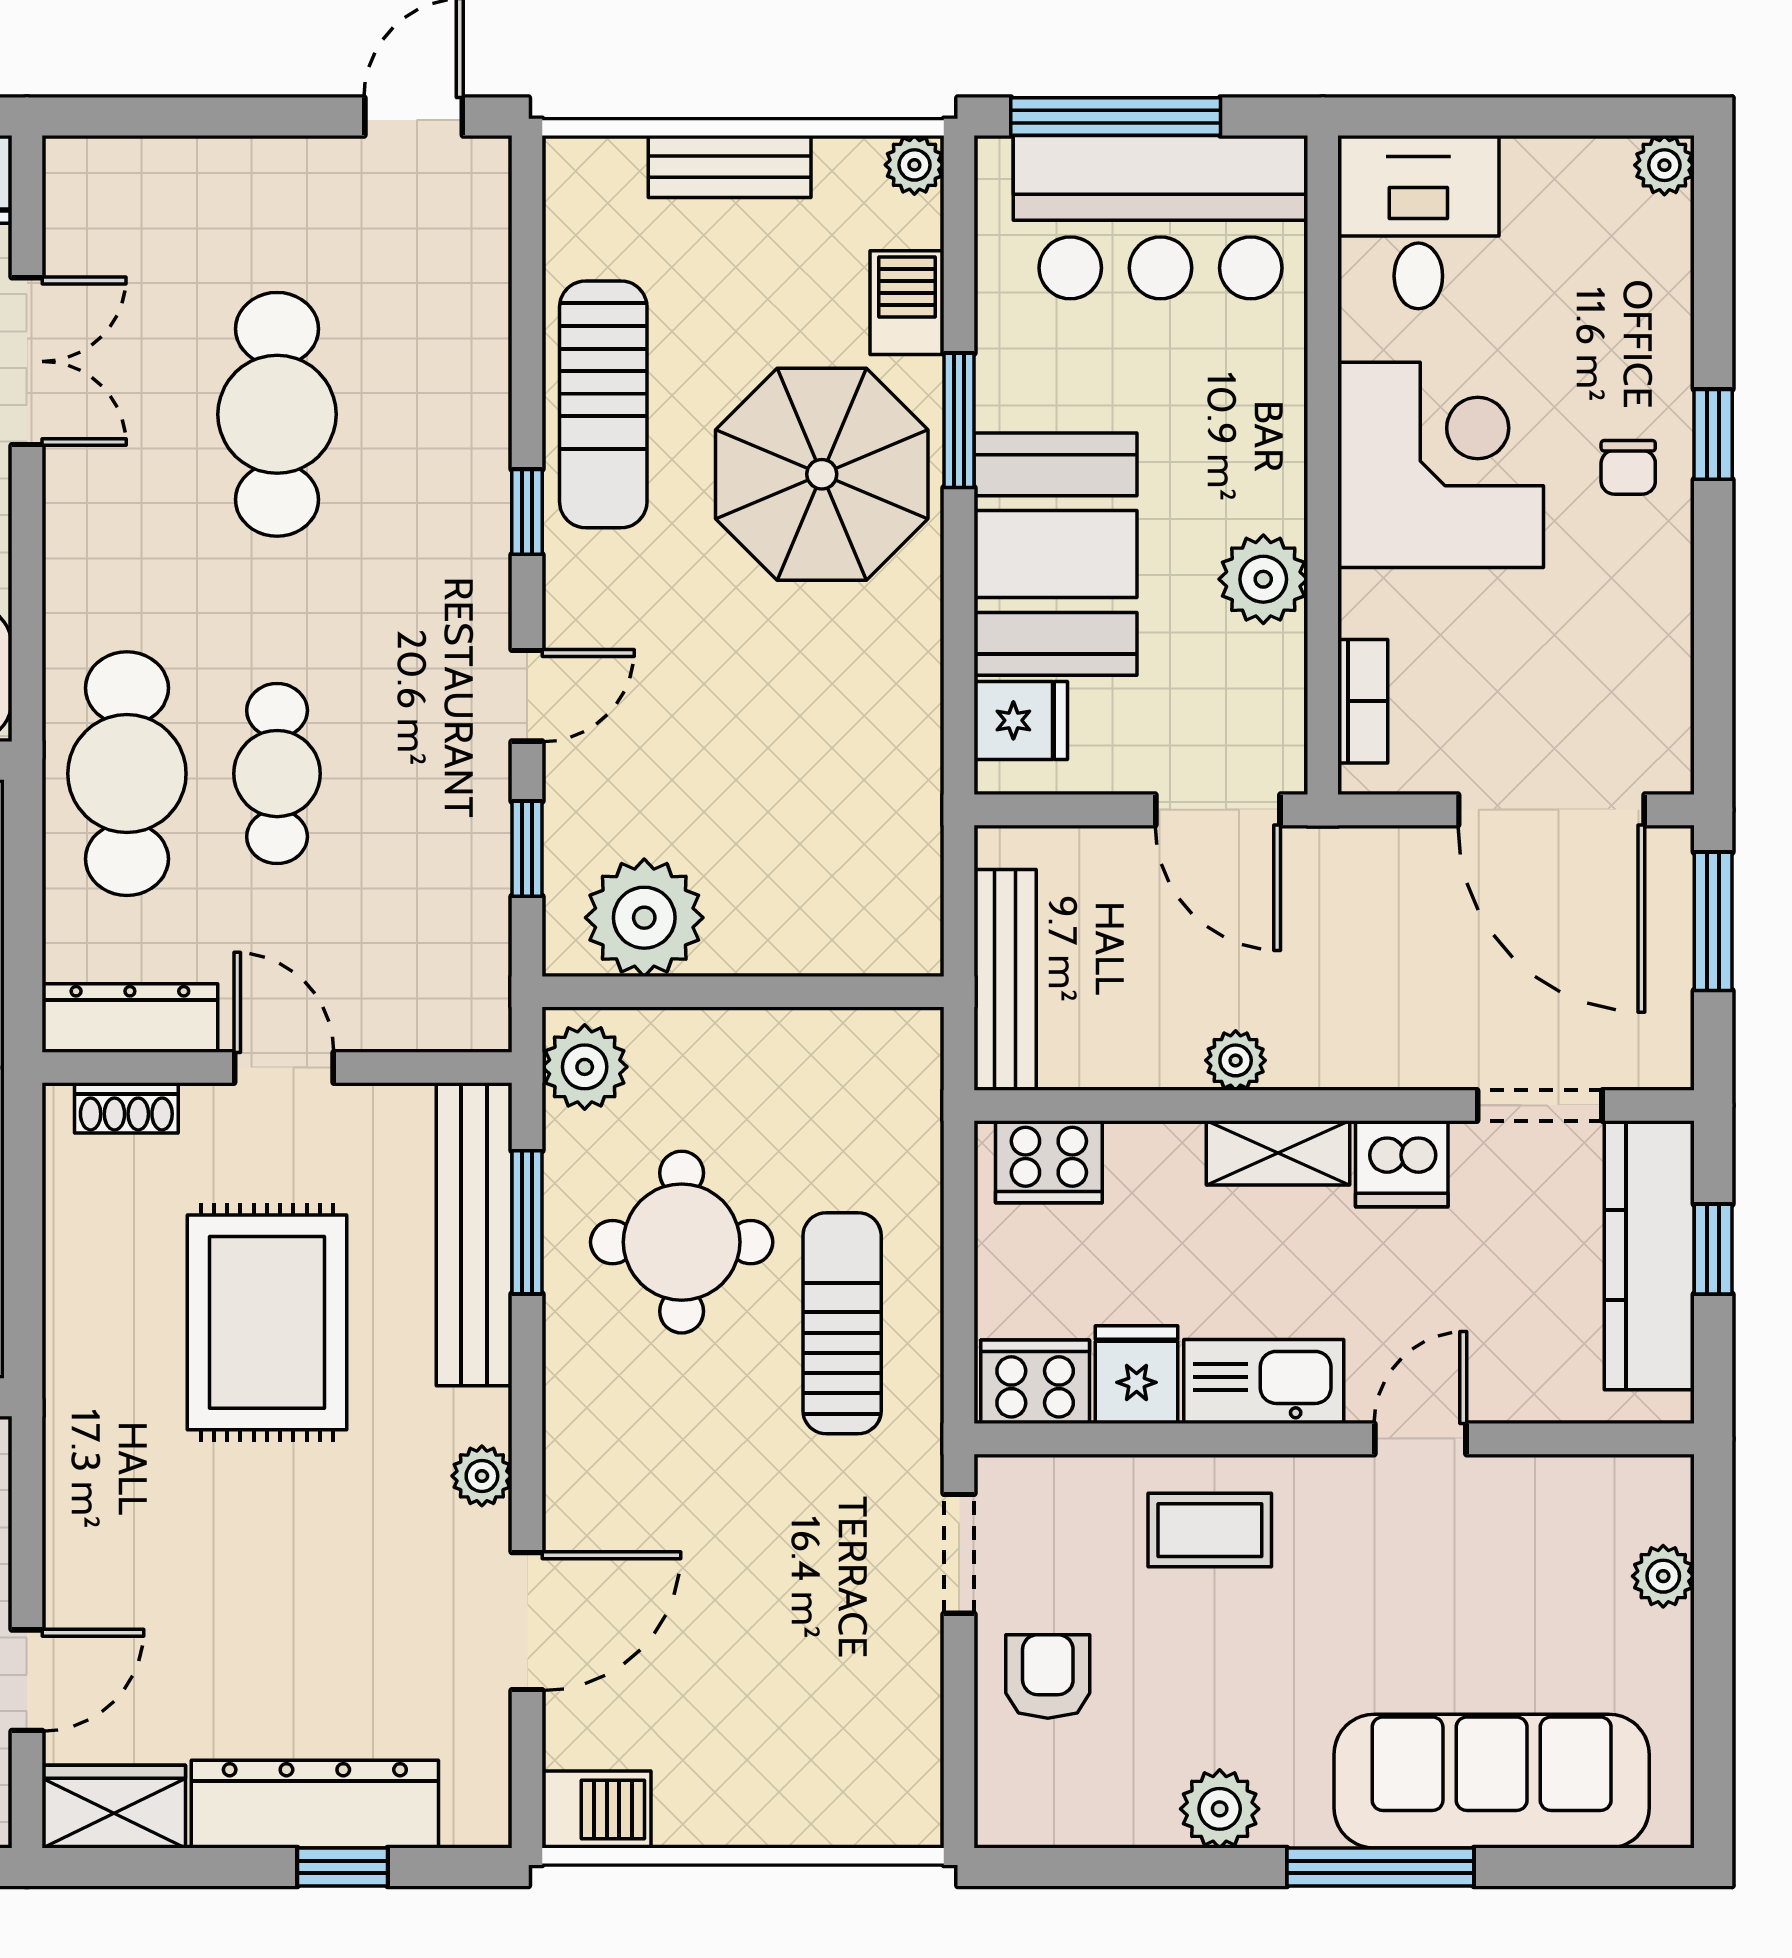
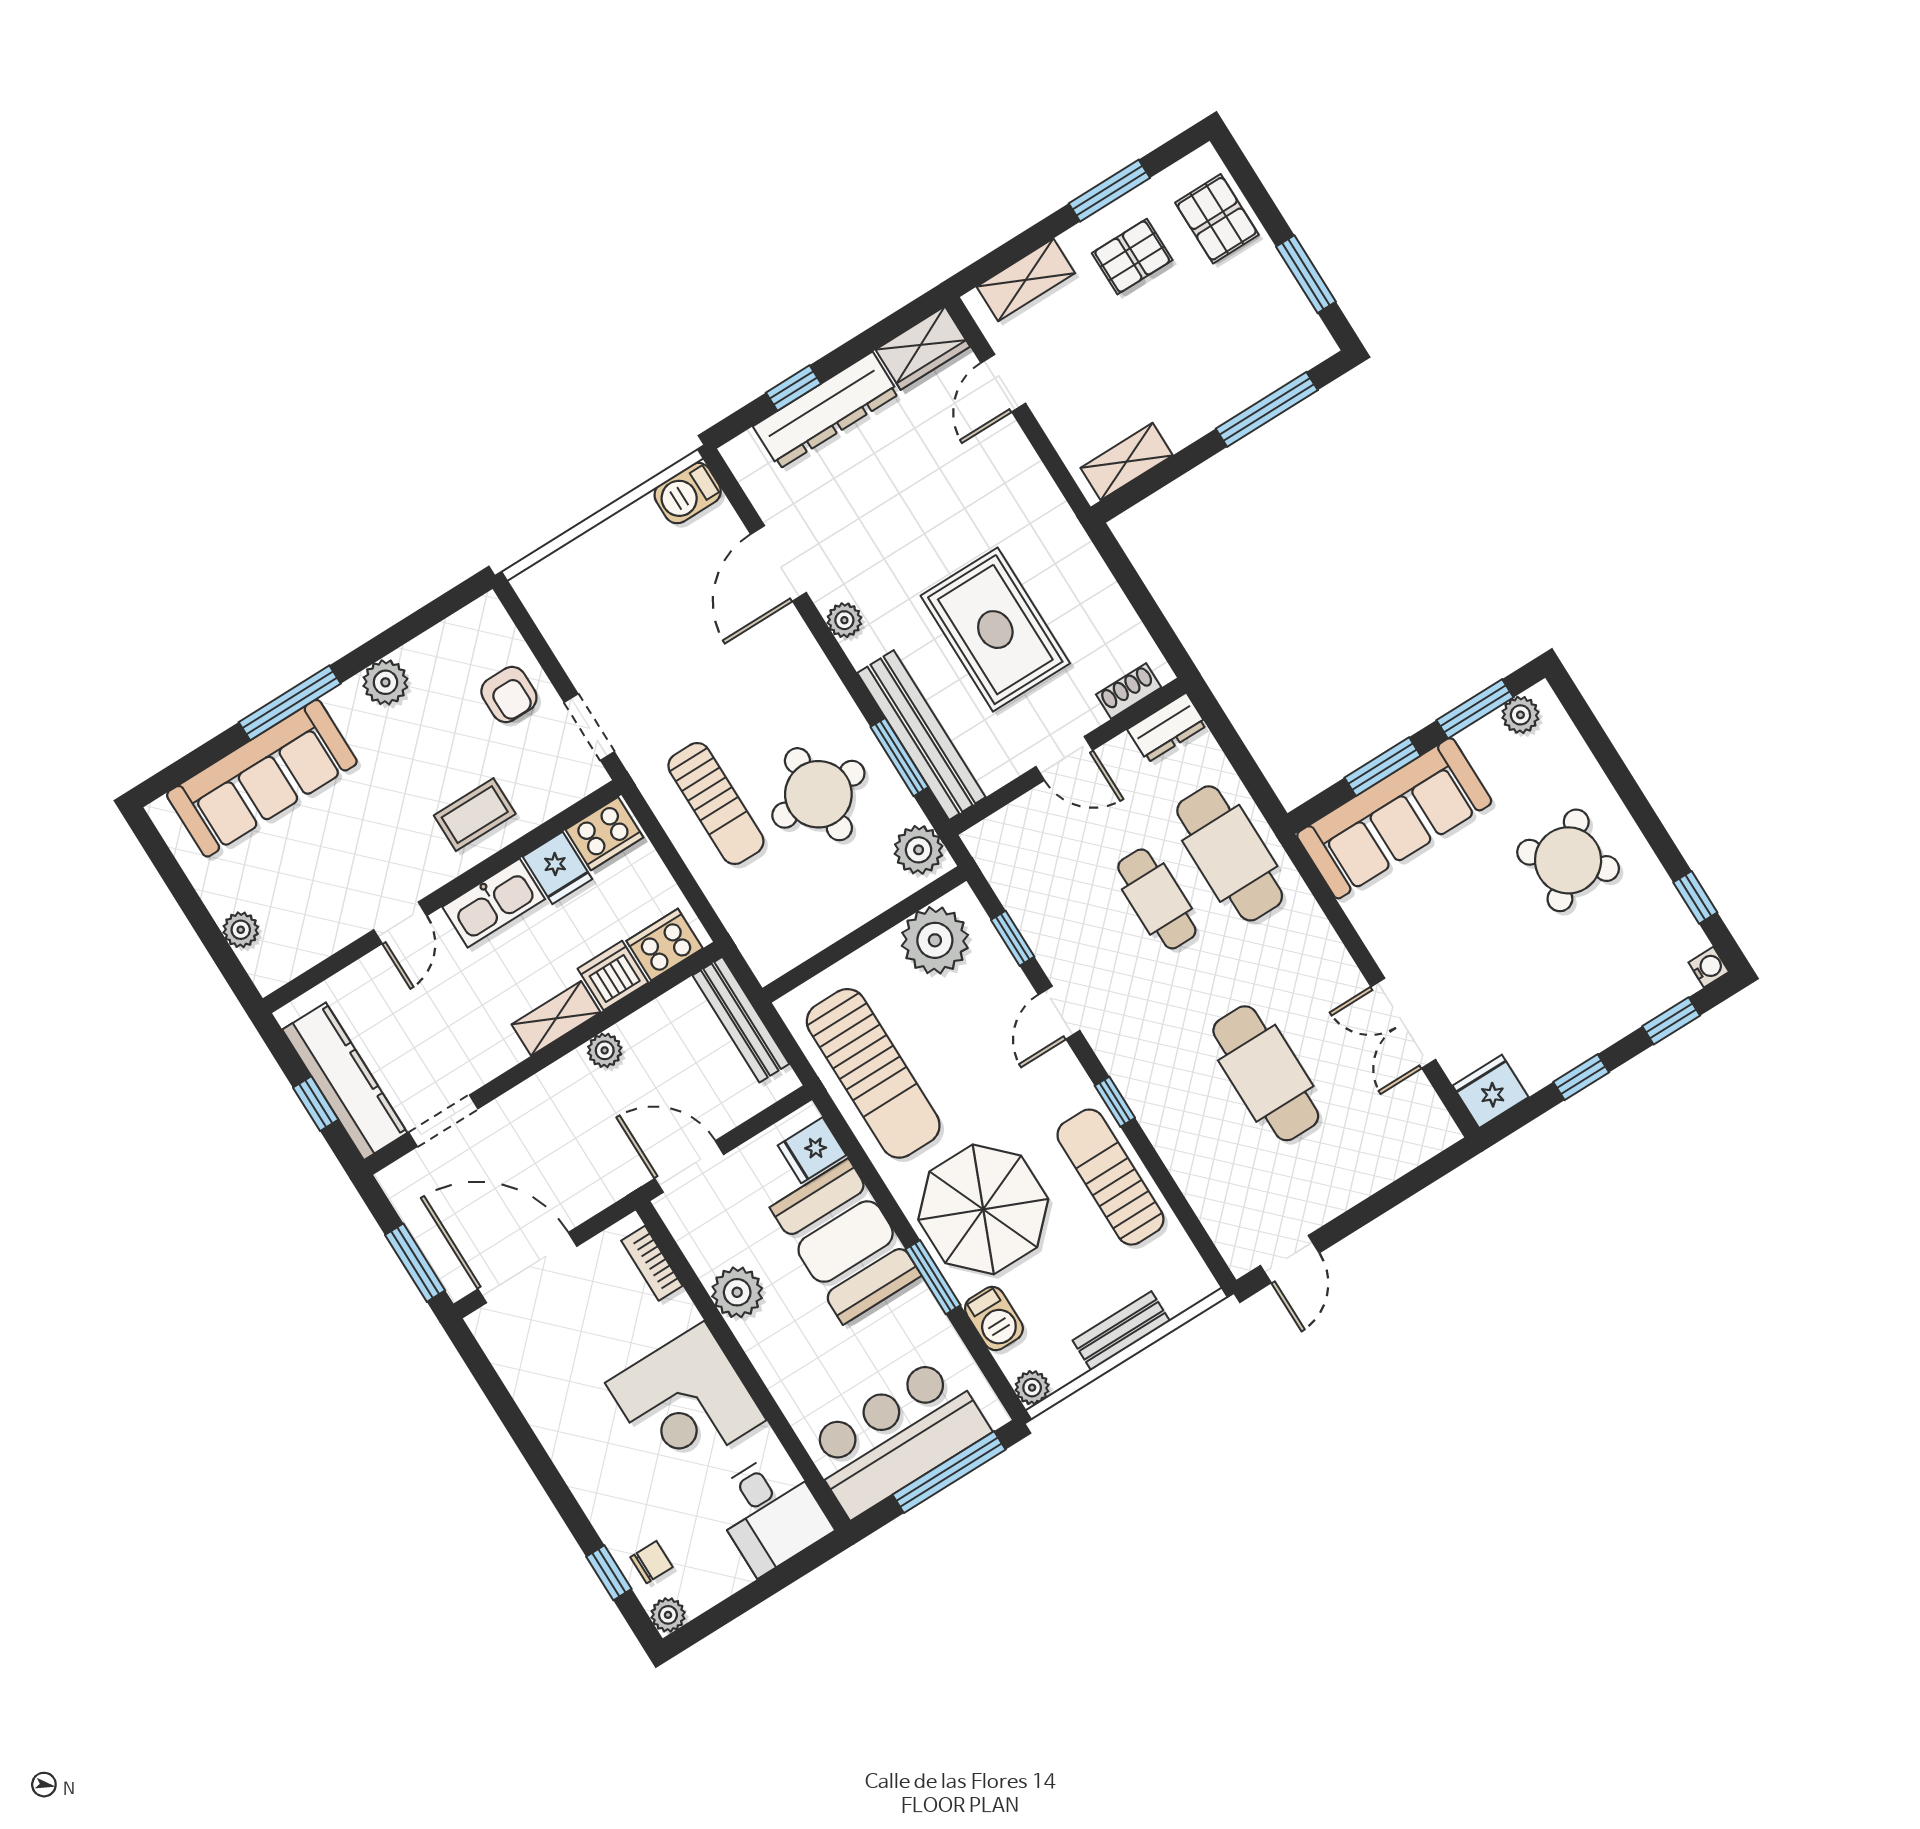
window: (1713, 434) -> (609, 1573), moved
chair: (1628, 467) -> (652, 1562), moved, turned 90
sun lounger: (859, 778) -> (873, 1073), added
dresser: (130, 1018) -> (1167, 728), width x0.70
dishwasher: (1402, 1164) -> (613, 976), moved

